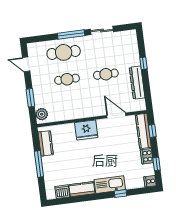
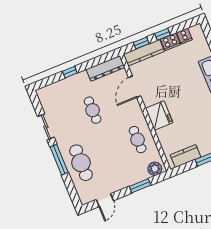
cafe table: (67, 79) -> (138, 140), moved
dresser: (137, 83) -> (105, 68), moved
window: (157, 164) -> (163, 34), moved
cooker: (150, 181) -> (184, 36), moved

